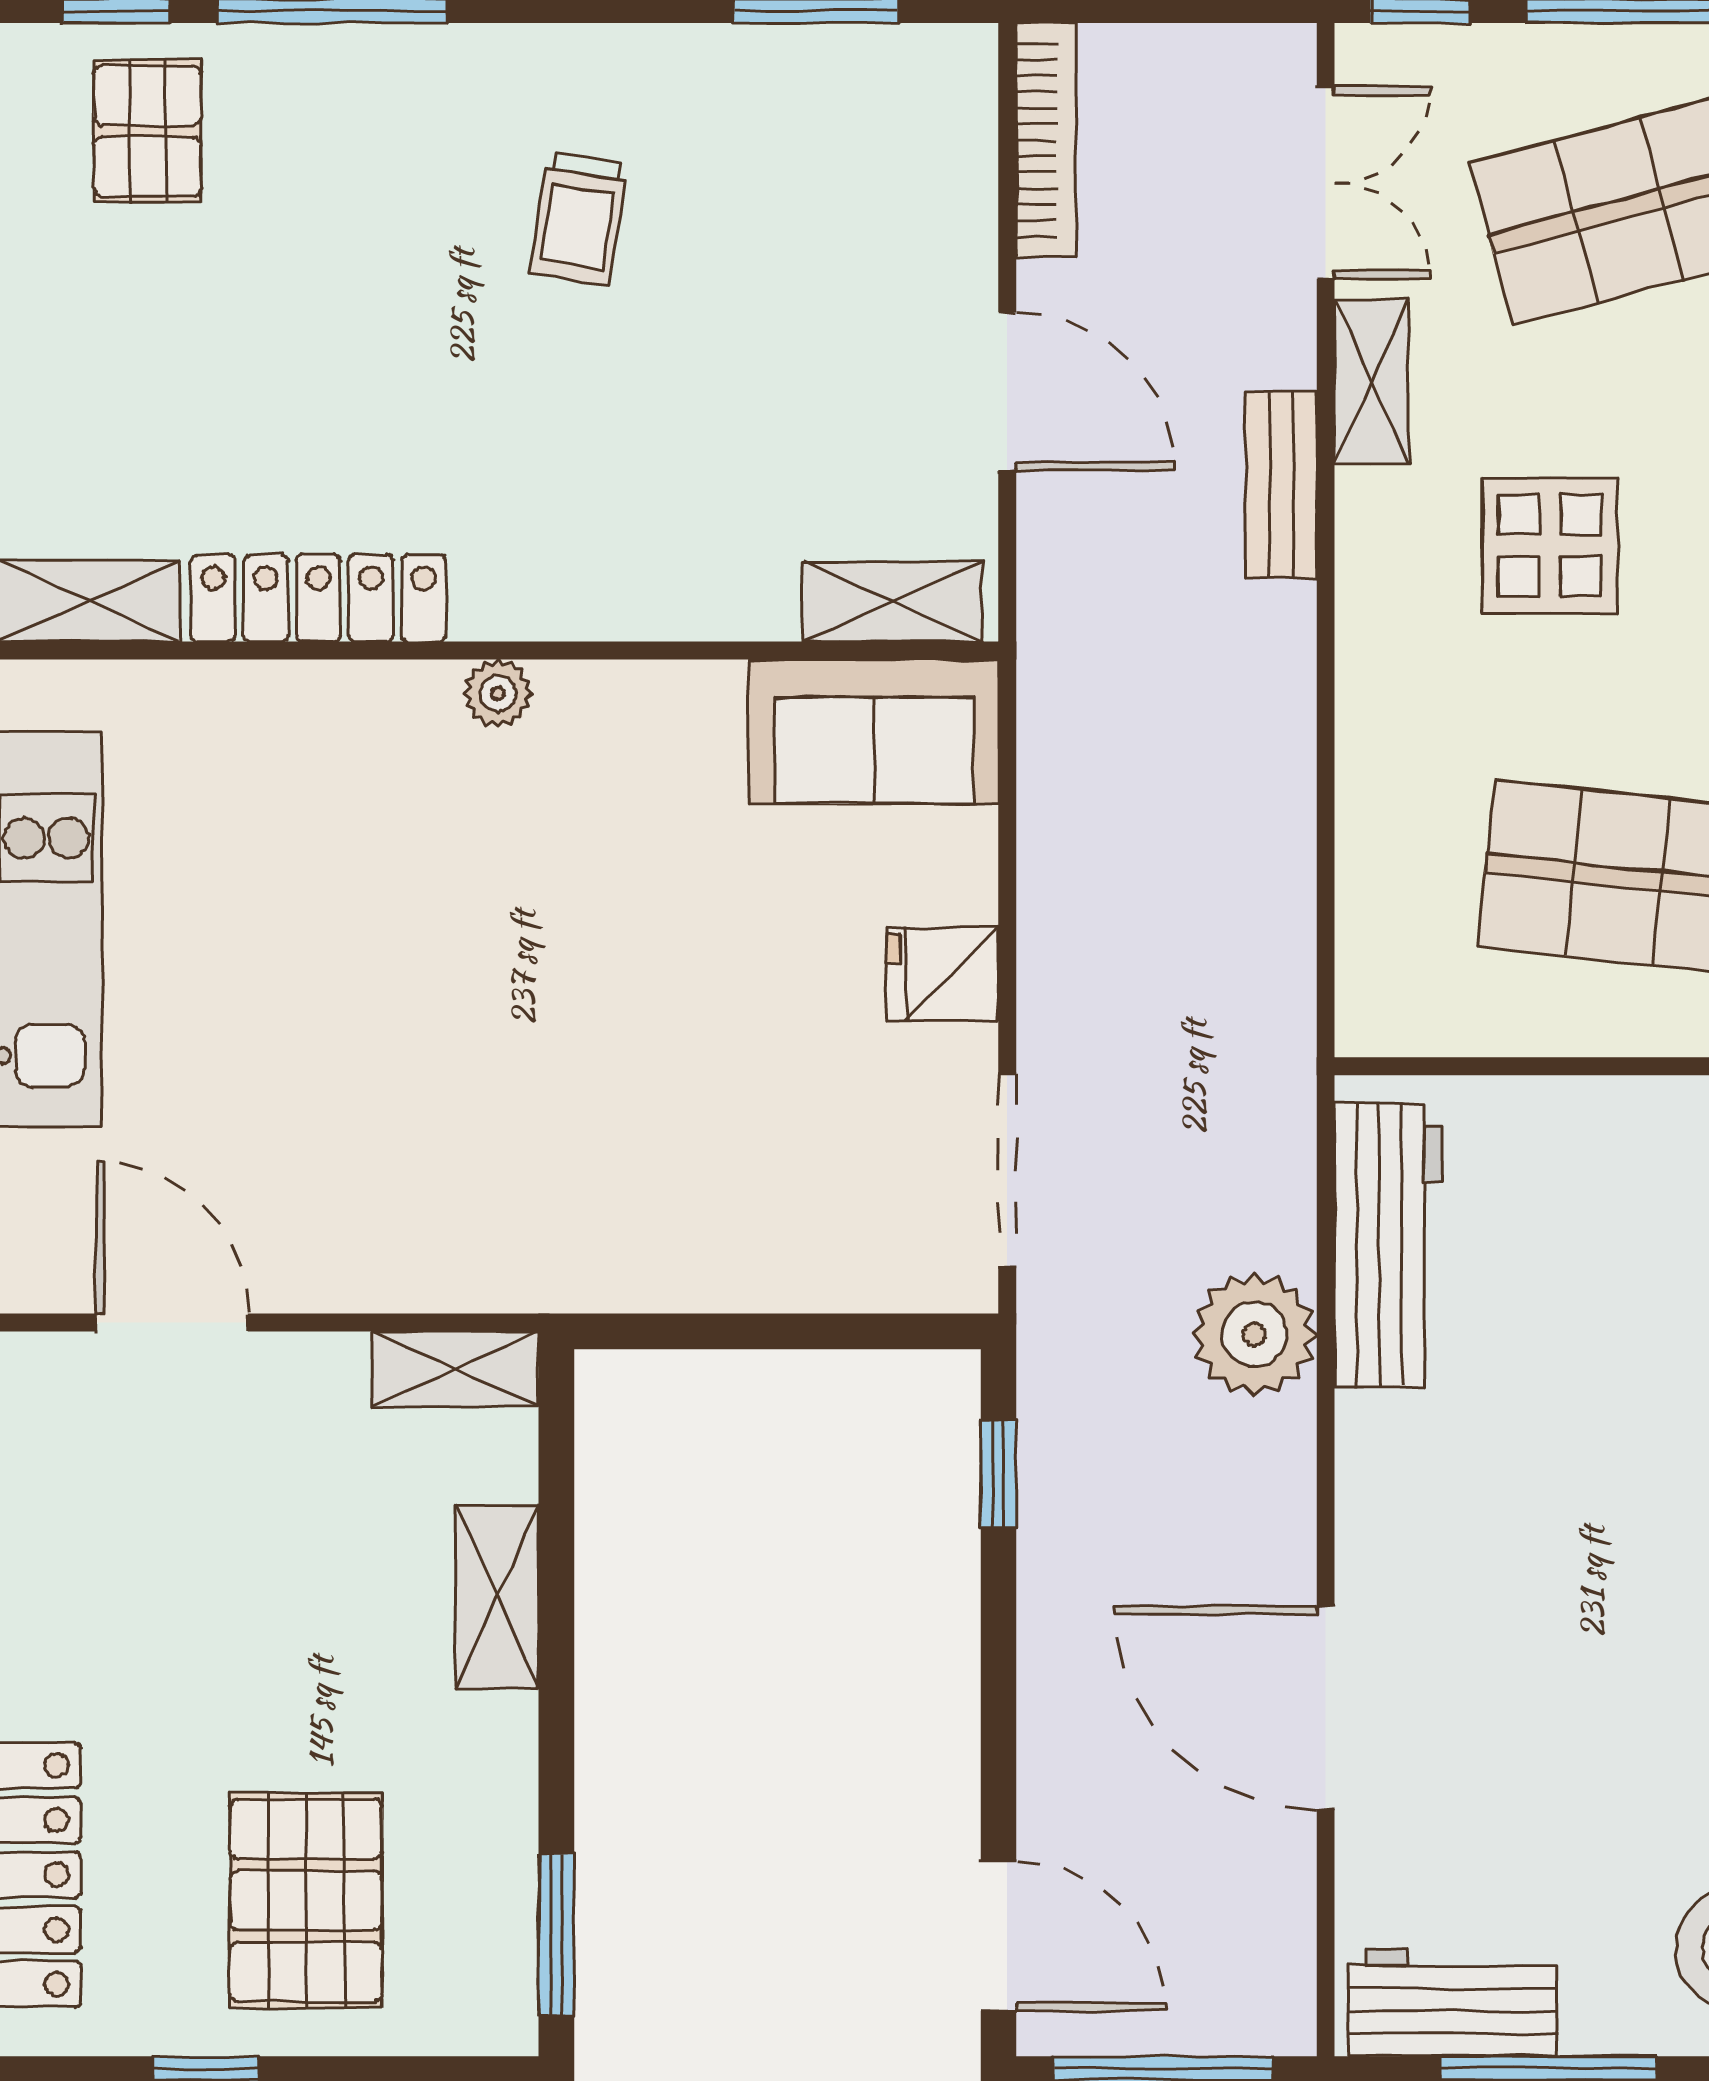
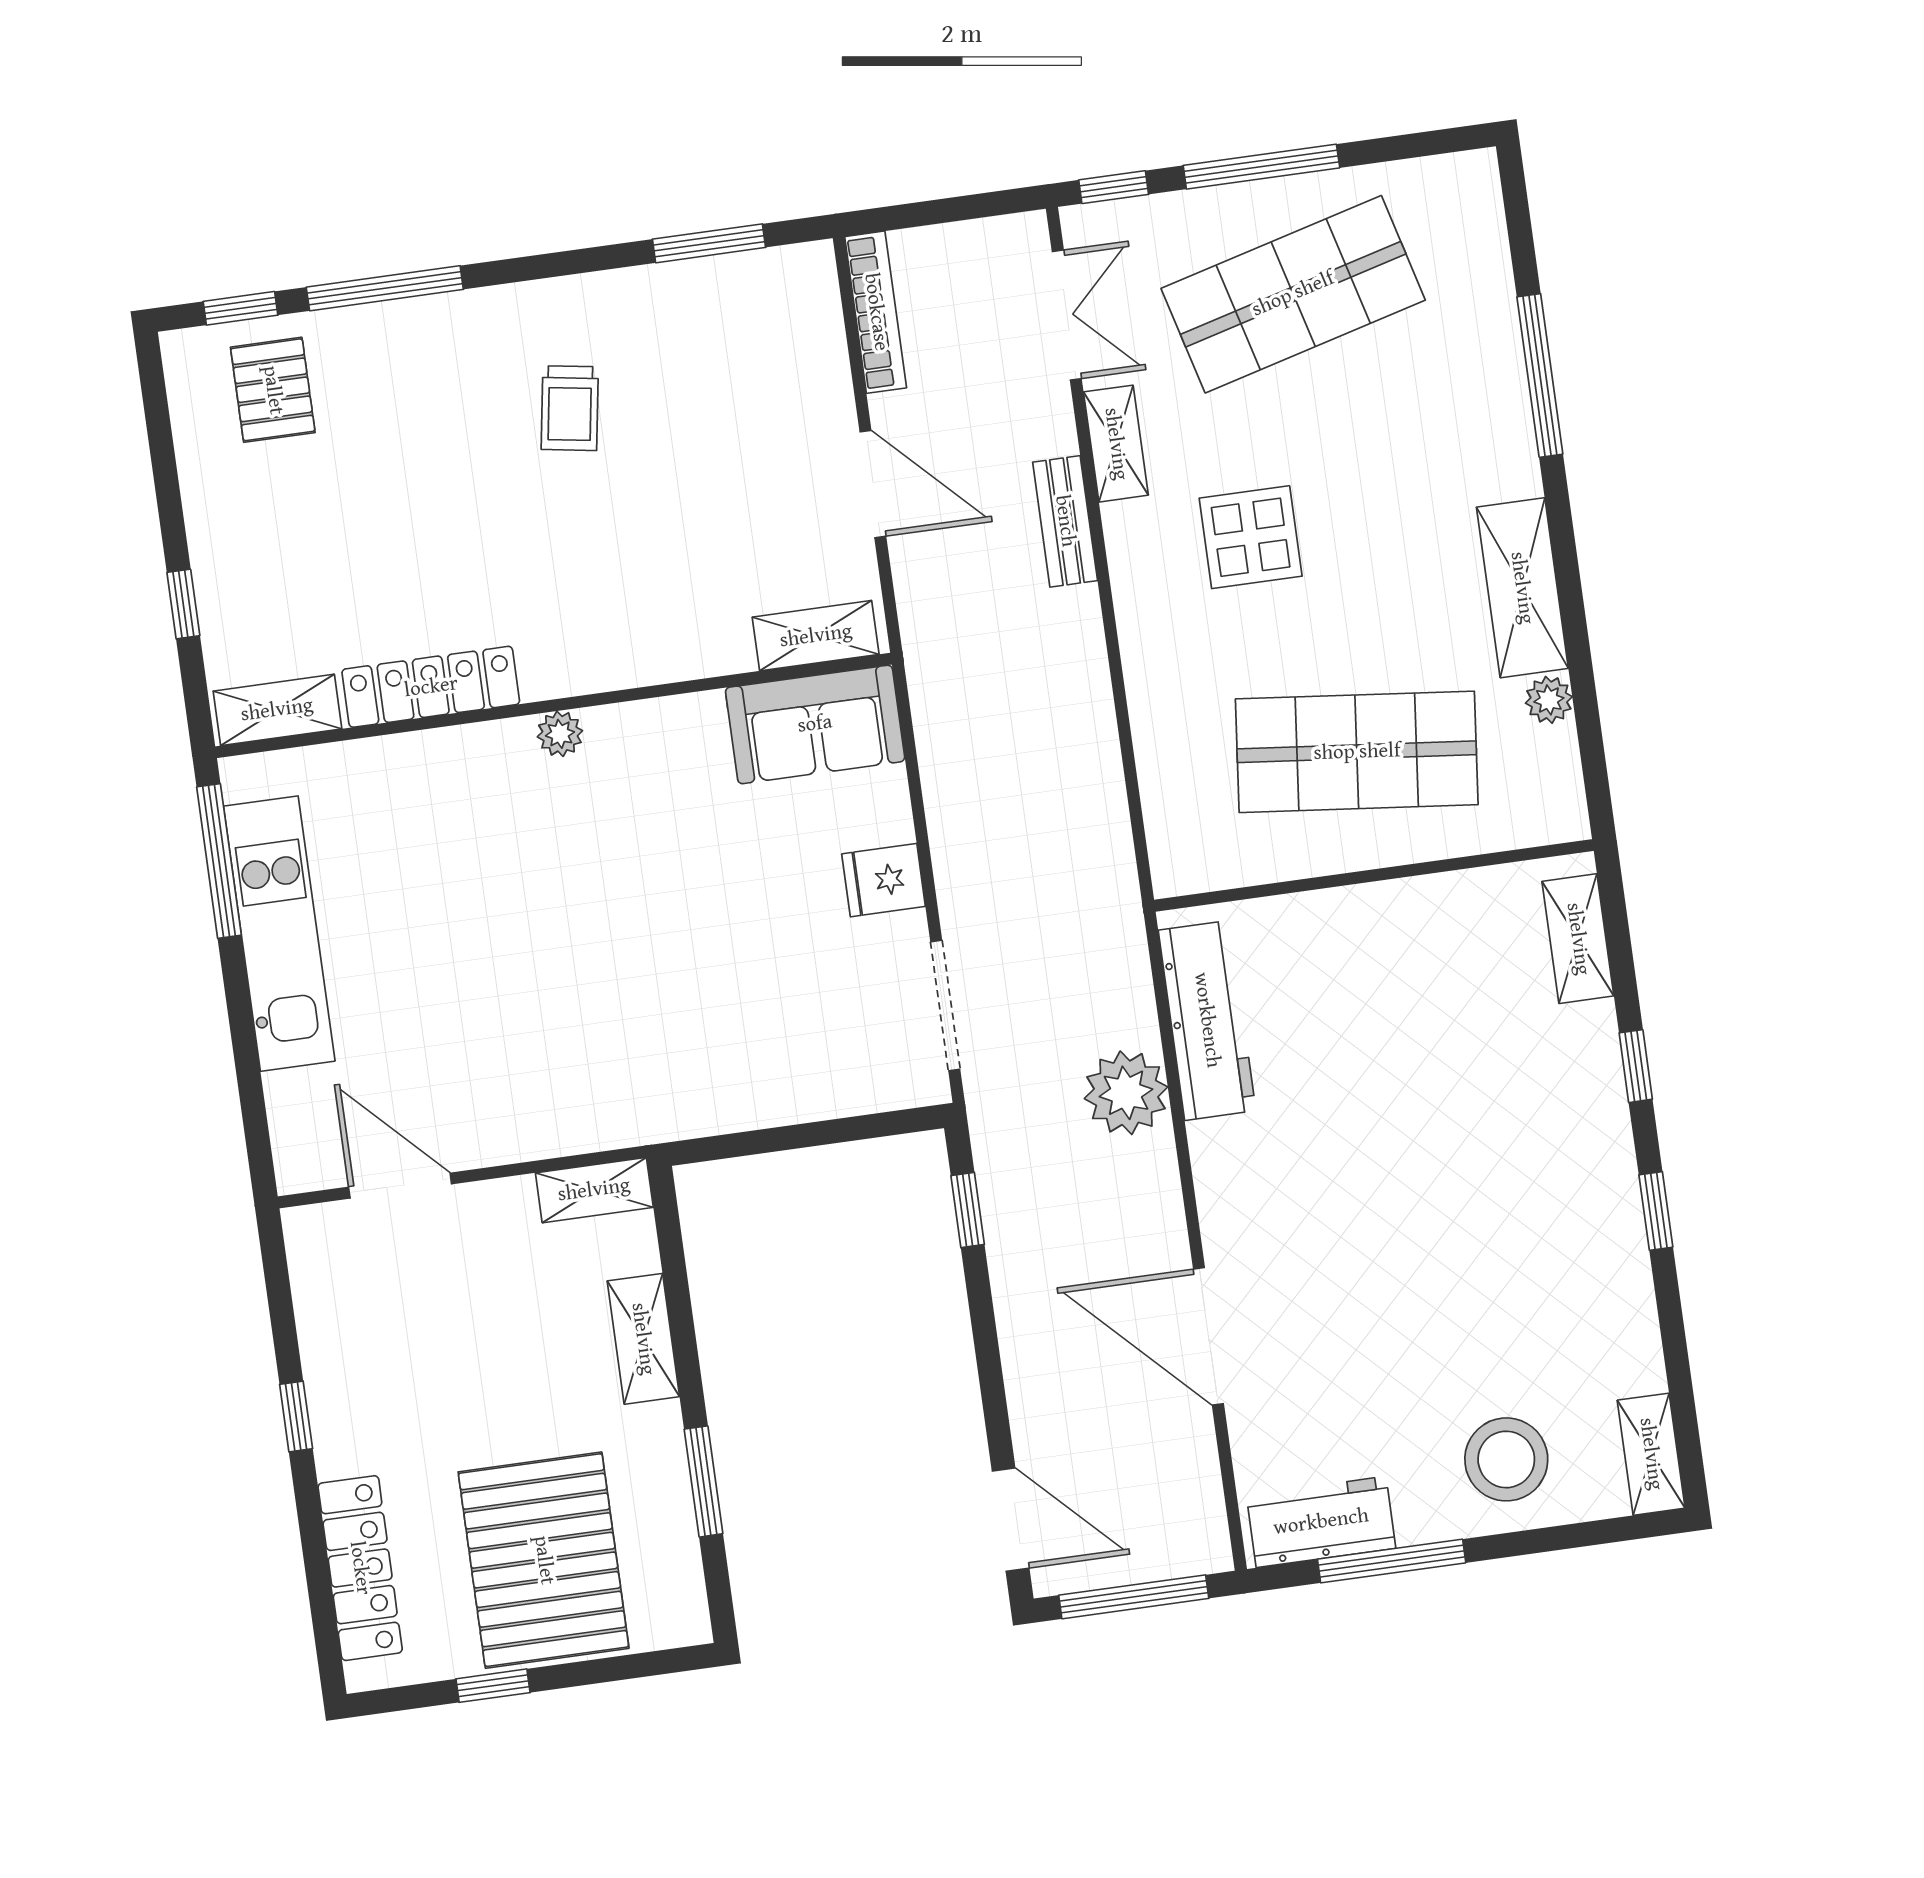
pallet: (306, 1900) -> (544, 1560), width x1.37, depth x1.41
window: (556, 1935) -> (703, 1481), moved

